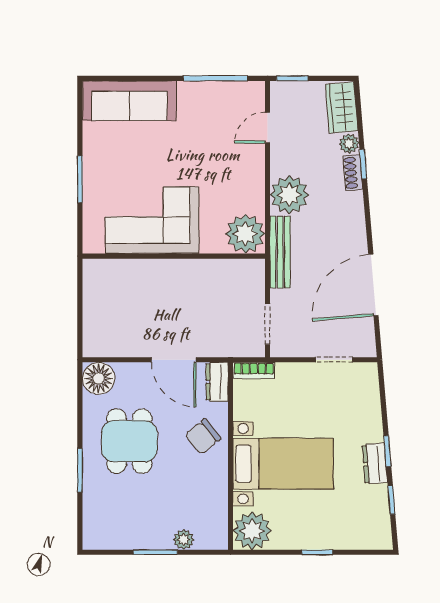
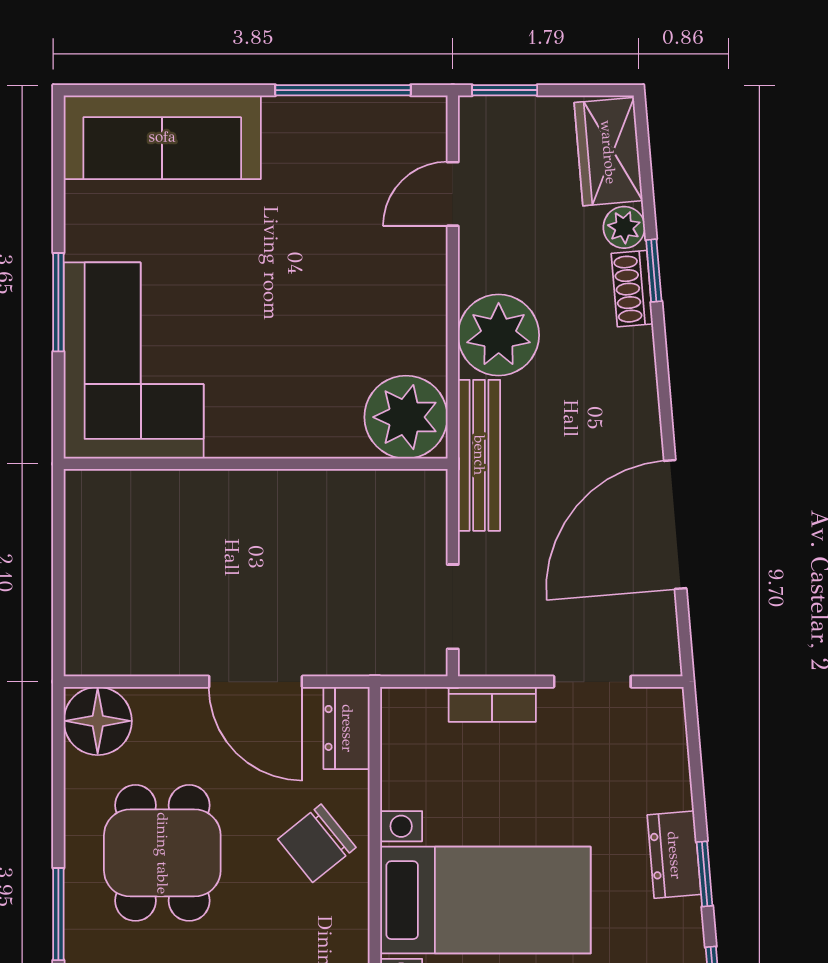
corner sofa: (152, 220) -> (134, 360), moved, turned 90
bookcase: (254, 371) -> (492, 704), moved
dresser: (375, 463) -> (674, 855), moved

